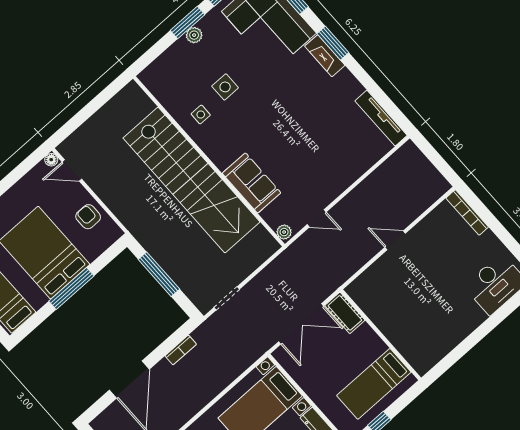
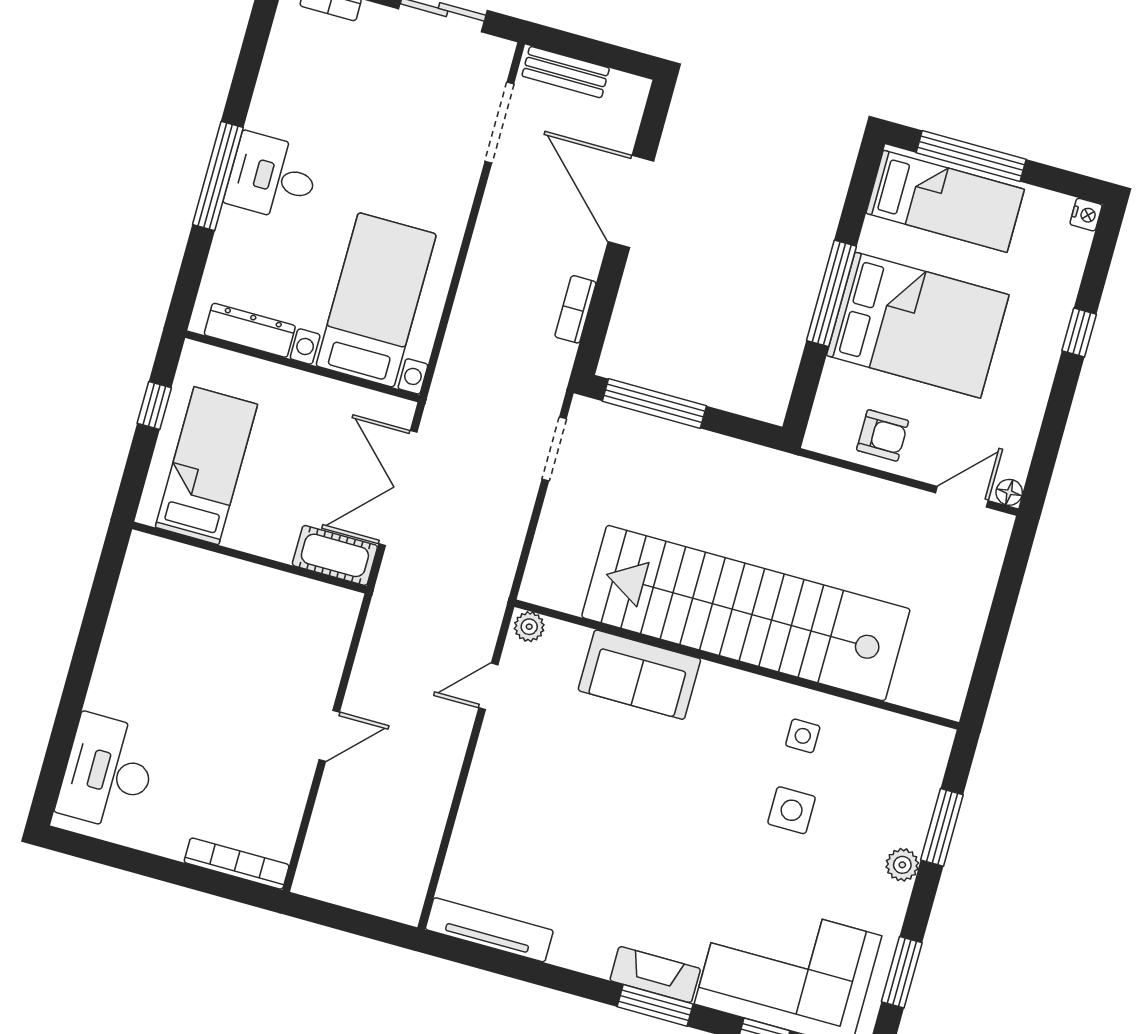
window: (188, 22) -> (942, 827), moved
window: (159, 274) -> (654, 403), moved

